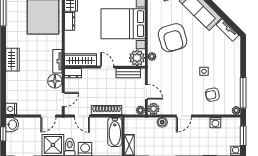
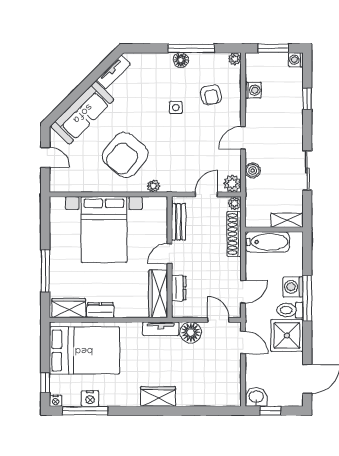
armchair: (173, 38) -> (125, 155), turned 146
plant: (137, 58) -> (155, 208), removed
dresser: (73, 73) -> (179, 288), moved
floor lamp: (235, 75) -> (181, 60), added
window: (243, 93) -> (191, 48), moved
nightstand: (11, 109) -> (90, 399), moved
shoe rack: (107, 110) -> (234, 234), moved
door: (184, 116) -> (243, 138), swing flipped

